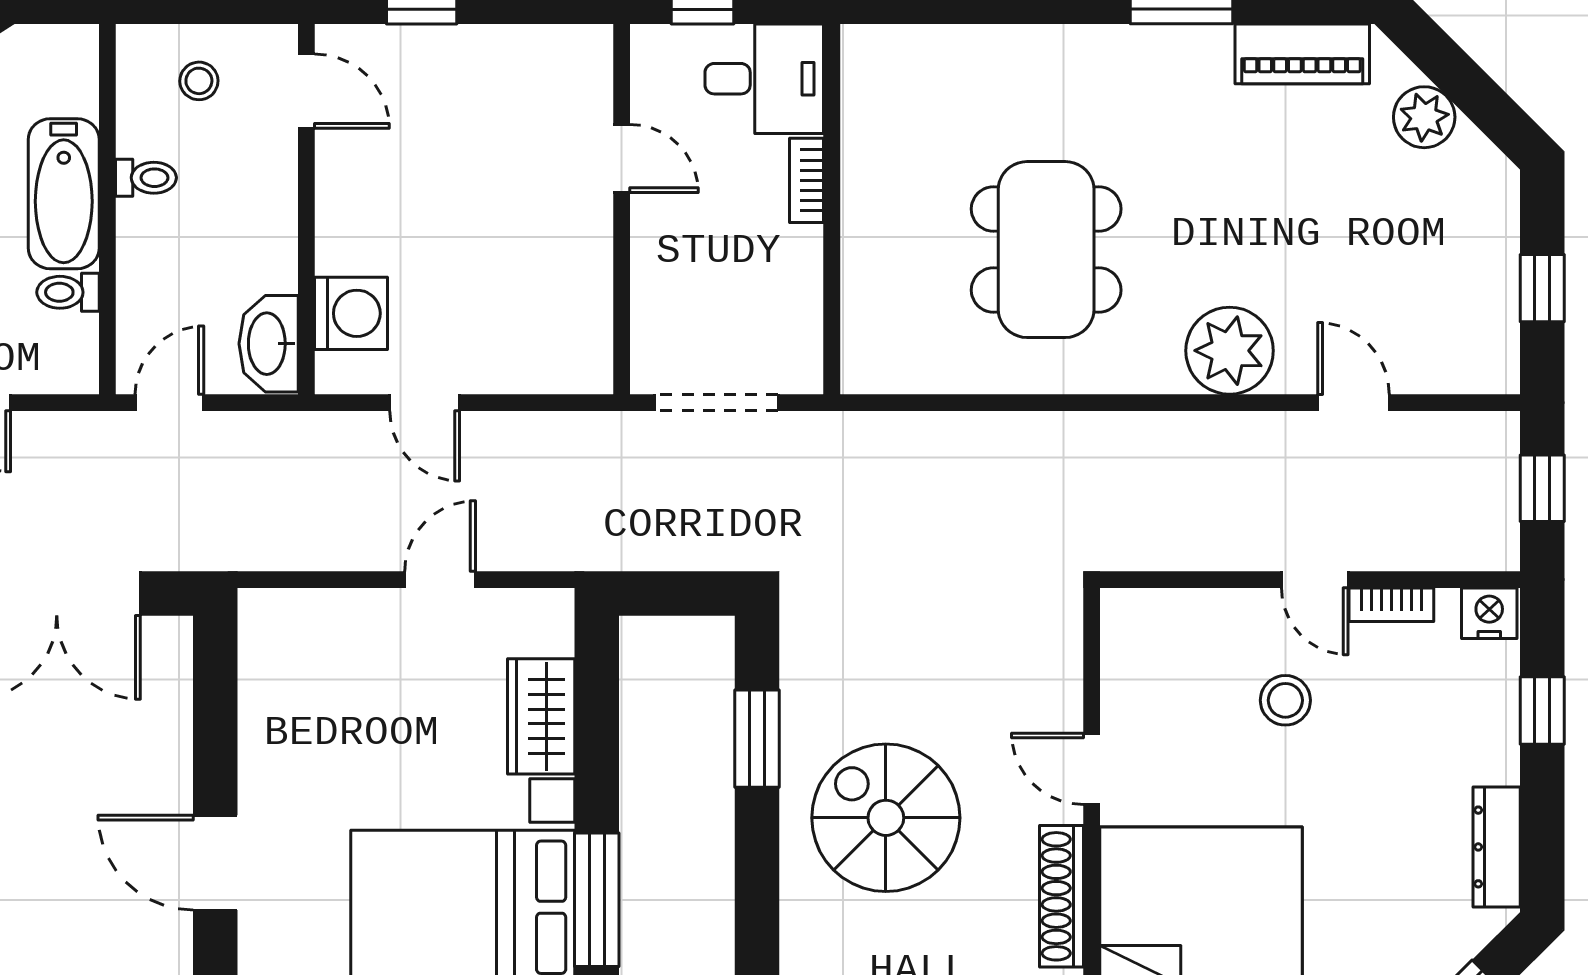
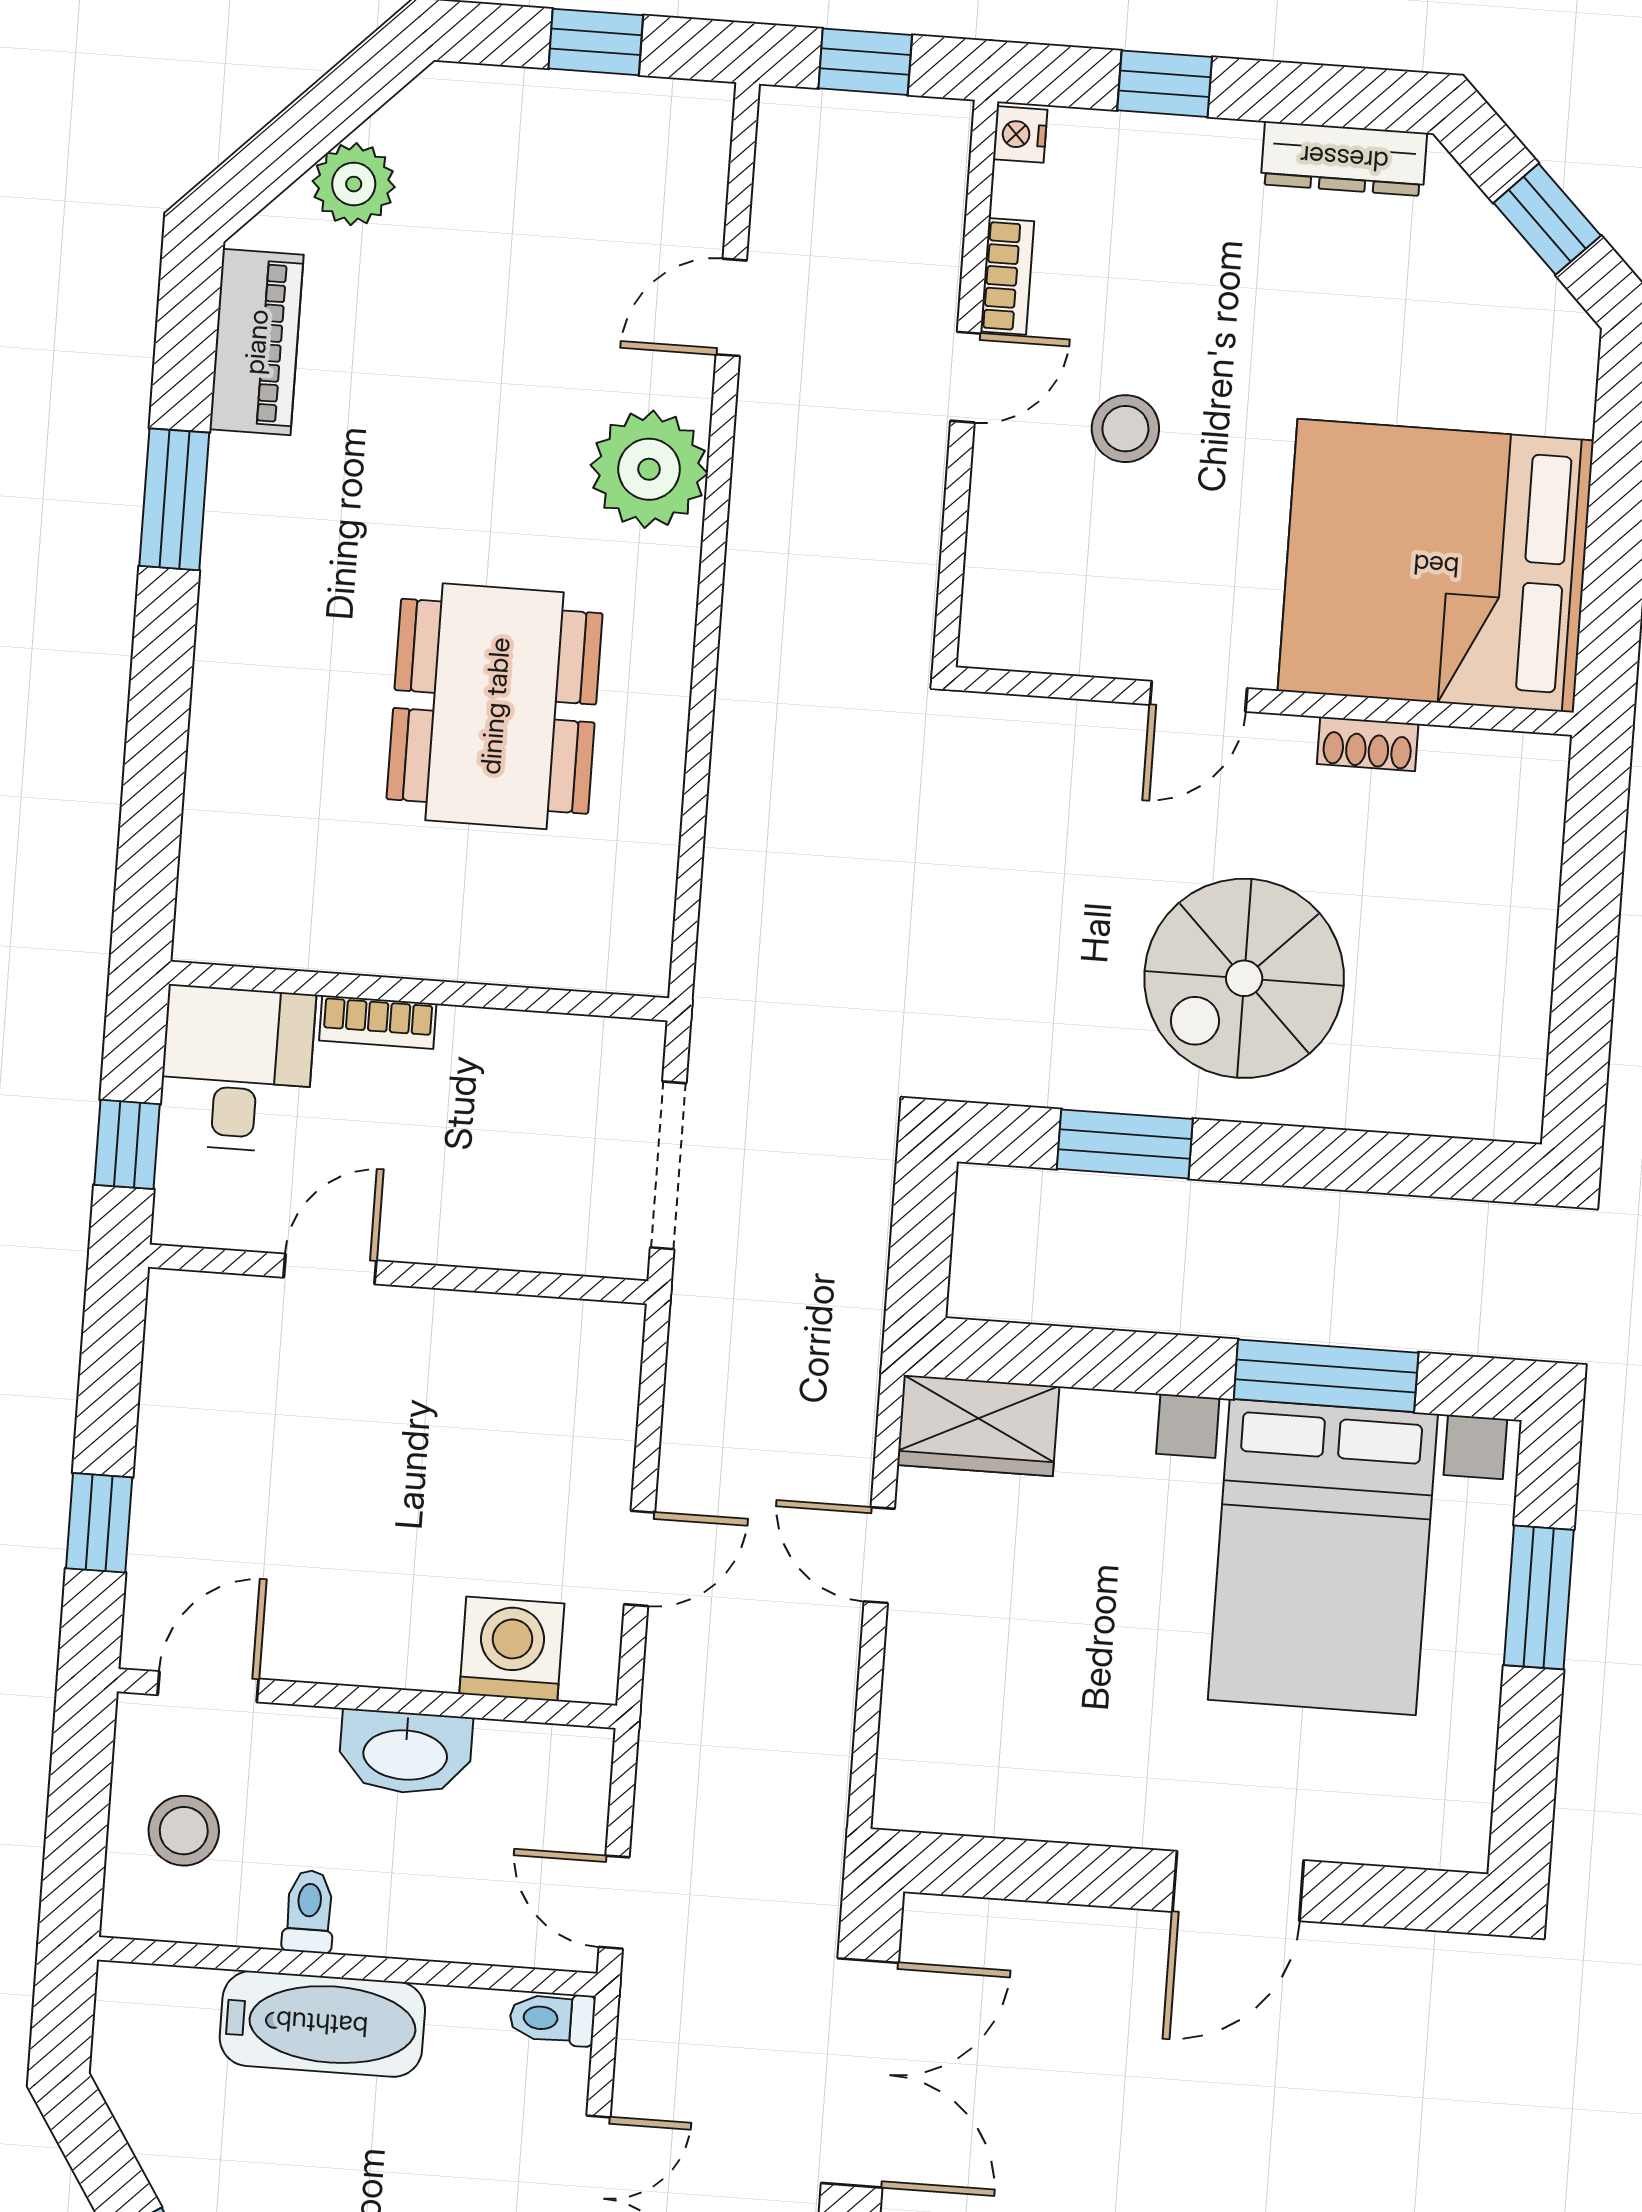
stool: (199, 81) -> (184, 1831), width x1.37, depth x1.37
dining table: (1046, 250) -> (495, 706), turned 90
toilet: (68, 292) -> (552, 2019), moved, turned 90
washbasin: (269, 344) -> (405, 1753), moved
nightstand: (1489, 613) -> (1020, 134), width x0.72, depth x0.74
wardrobe: (541, 716) -> (978, 1426), moved
shoe rack: (1061, 896) -> (1368, 744), width x0.51, depth x0.81

